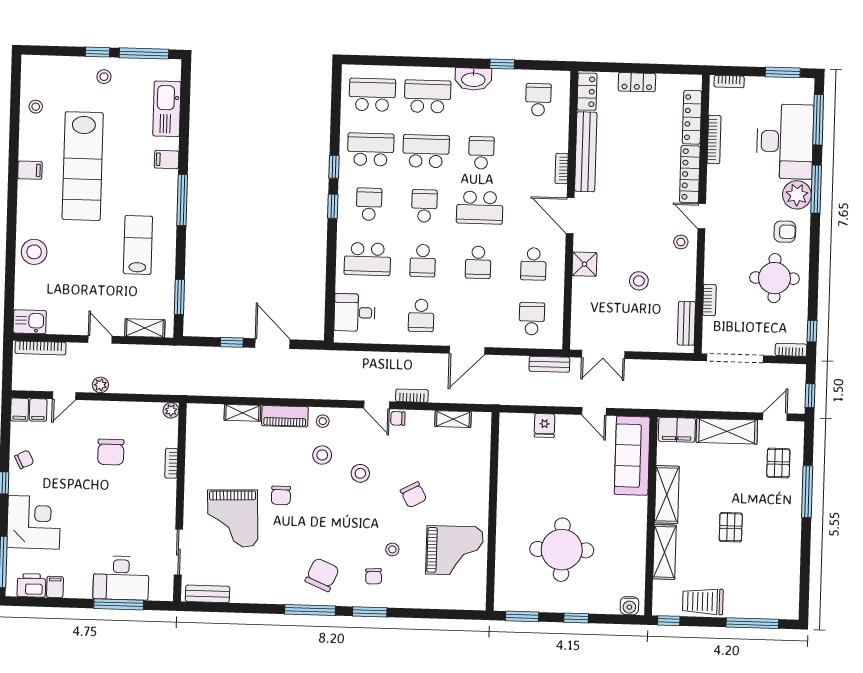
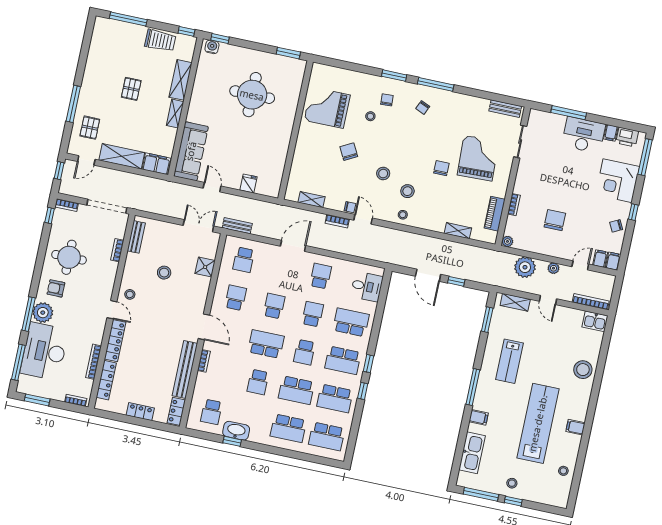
washbasin: (473, 79) -> (236, 431), moved
school desk: (369, 204) -> (343, 360), width x1.85
shower: (585, 264) -> (205, 267), moved
plant: (140, 379) -> (525, 267), added
piano: (285, 416) -> (495, 214), moved, turned -90
shelving: (667, 494) -> (175, 114), width x0.67, depth x0.75
chair: (322, 575) -> (423, 107), width x0.54, depth x0.54
desk: (121, 578) -> (584, 135), moved
window: (576, 618) -> (220, 39), moved

